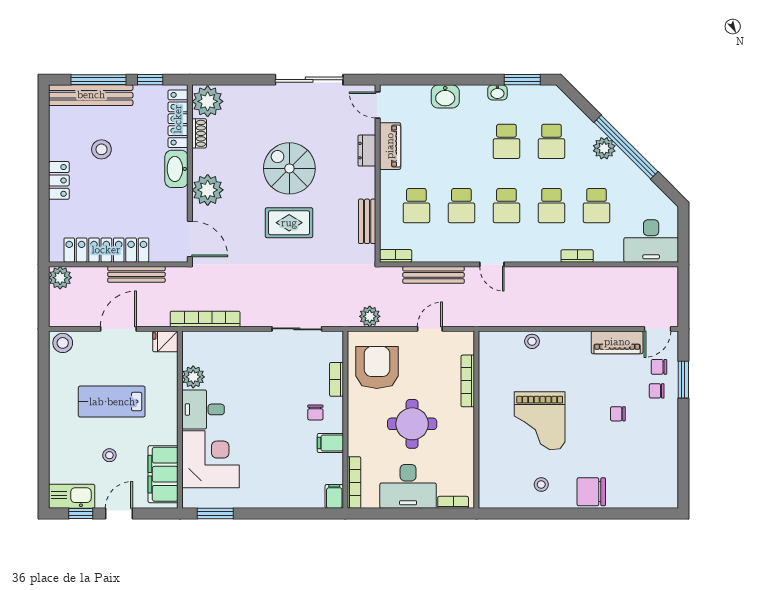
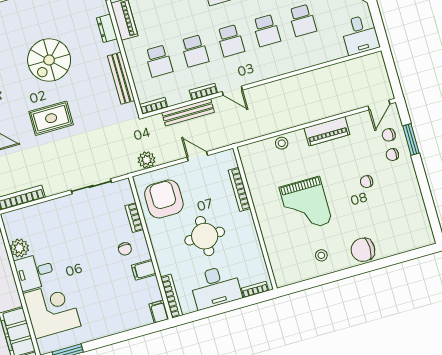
spiral stairs: (289, 168) -> (49, 60), turned -90
bench: (367, 221) -> (121, 78), width x1.36
rug: (289, 223) -> (51, 118), moved
desk: (651, 241) -> (360, 35), width x0.73
bookcase: (577, 256) -> (203, 92), moved
door: (430, 329) -> (197, 156), hinge flipped
piano: (617, 342) -> (327, 131), moved

